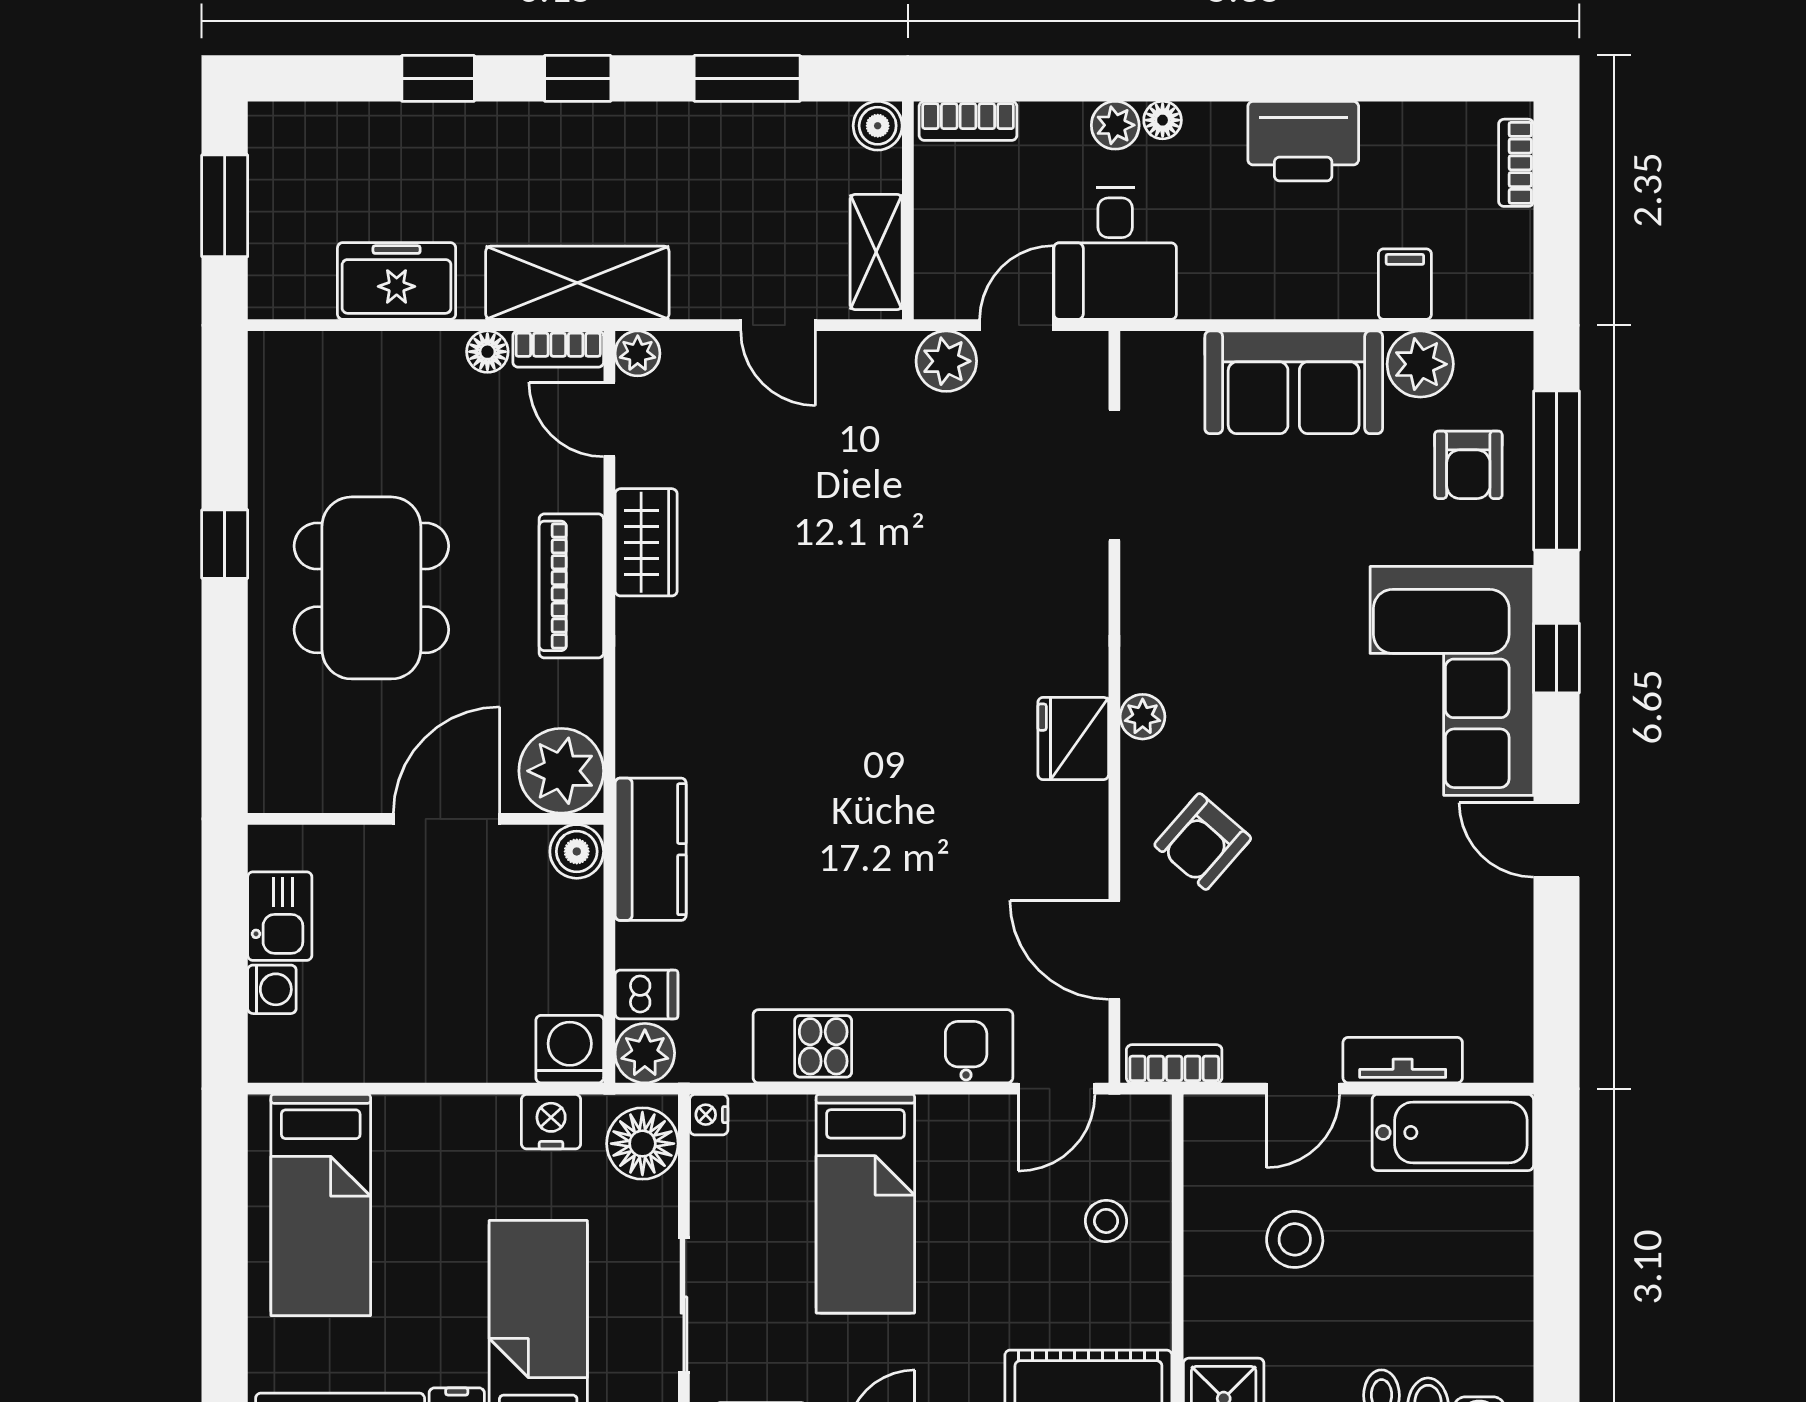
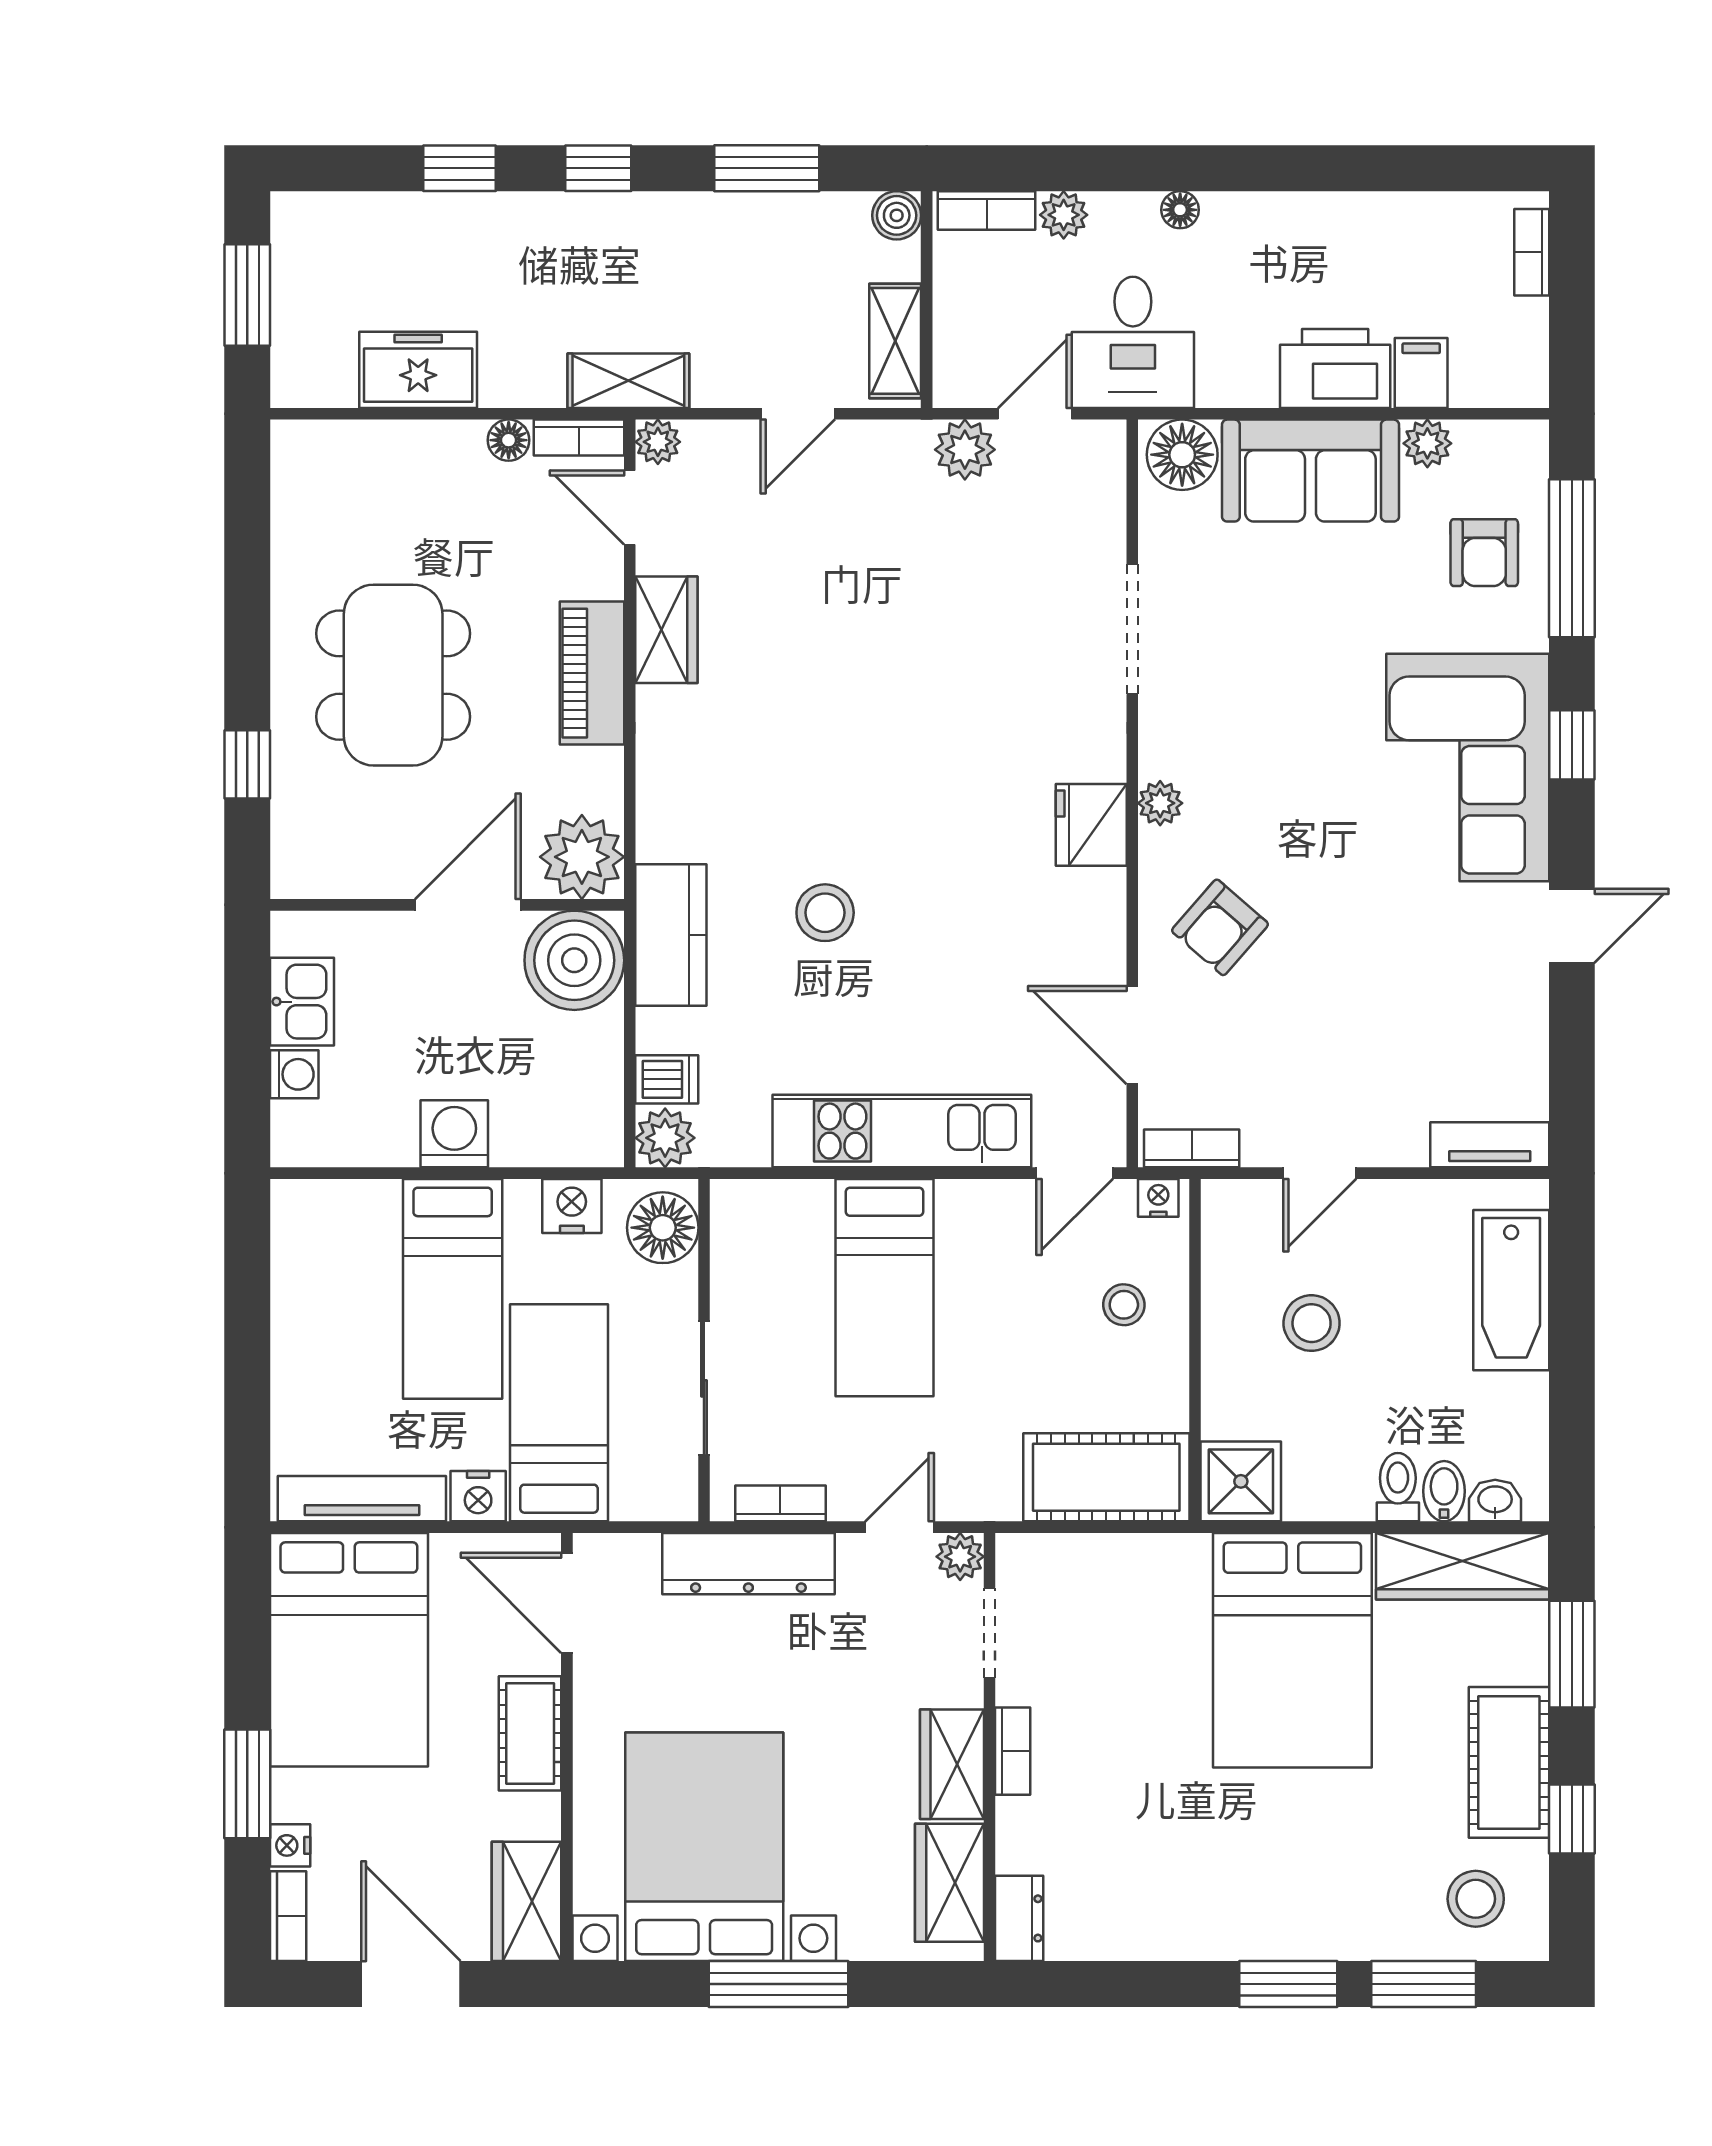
plant: (1115, 125) -> (1064, 215), moved
printer: (1303, 141) -> (1335, 368), moved, turned 180
shelving: (577, 283) -> (628, 381), width x0.67, depth x0.75
door: (778, 325) -> (798, 414), hinge flipped
plant: (1420, 364) -> (1427, 443), width x0.73, depth x0.73
floor lamp: (1165, 366) -> (1182, 455), added
doorway: (1114, 475) -> (1132, 629), moved
window: (225, 544) -> (247, 764), moved
stool: (806, 827) -> (825, 913), added
door: (1556, 840) -> (1572, 926), swing flipped
boiler: (577, 851) -> (574, 960), width x1.86, depth x1.86
washing machine: (570, 1049) -> (454, 1134), moved
tv unit: (1403, 1060) -> (1490, 1145), moved
nightstand: (709, 1115) -> (1158, 1198), moved, turned 90
bathtub: (1453, 1132) -> (1511, 1290), moved, turned 90
bed: (321, 1205) -> (453, 1289), moved

